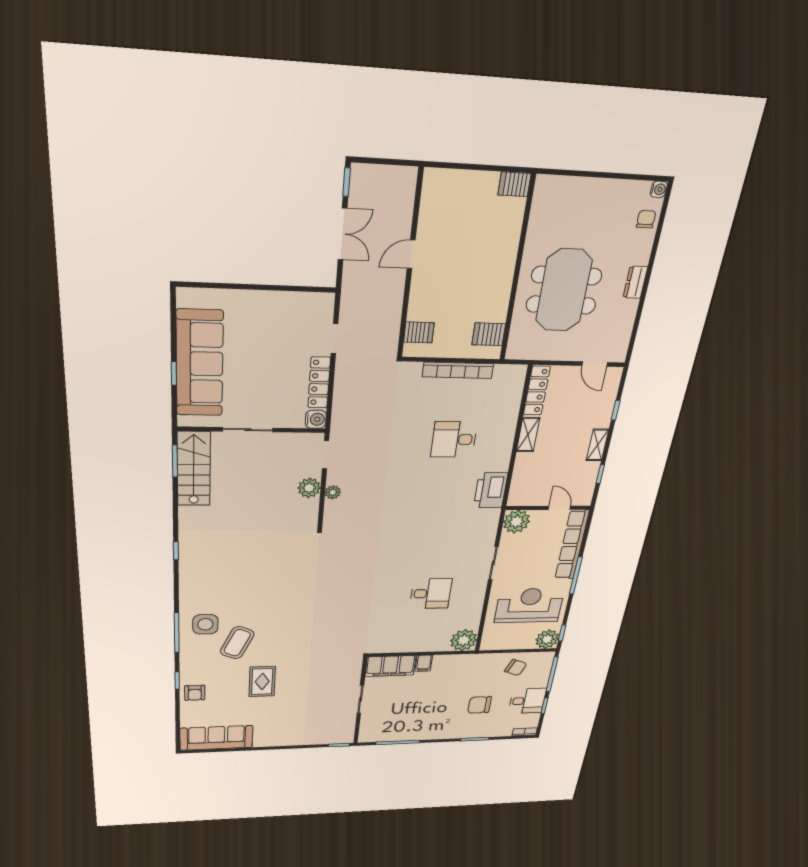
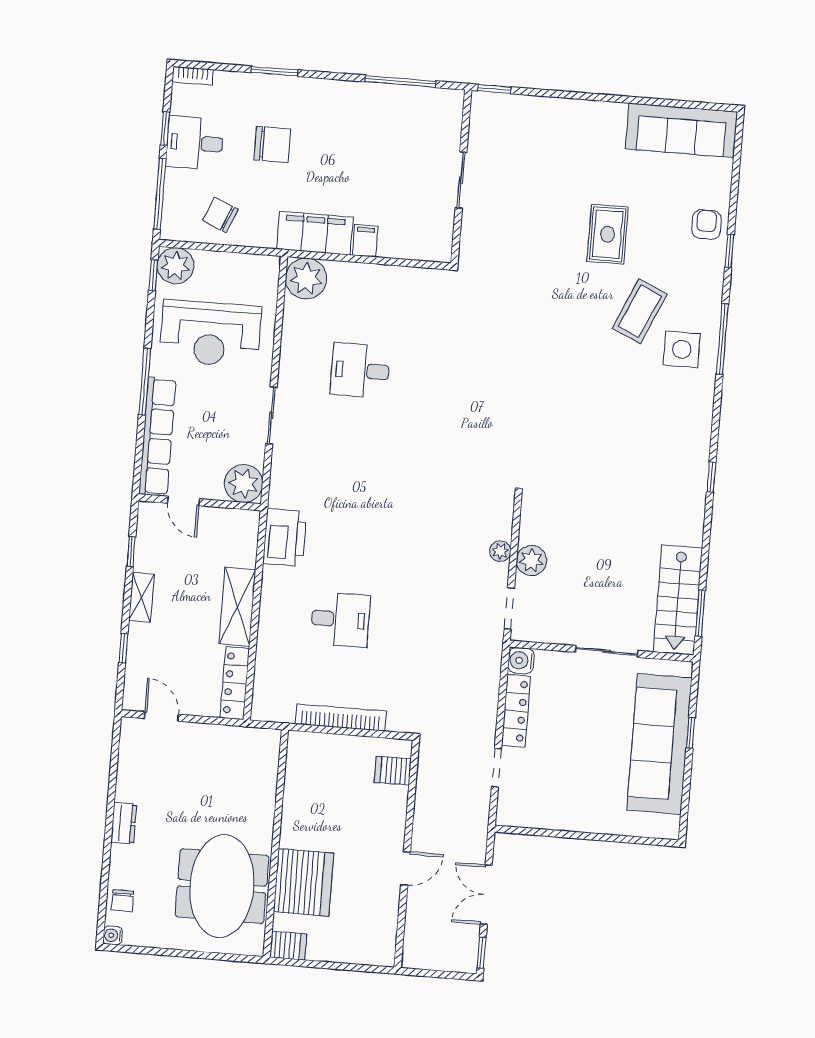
meeting table: (564, 290) -> (222, 886), moved
server rack: (489, 334) -> (304, 882), moved, width x2.18, depth x1.44
shelving: (528, 435) -> (237, 607), width x1.50, depth x1.33
filing cabinet: (390, 666) -> (315, 233), moved

